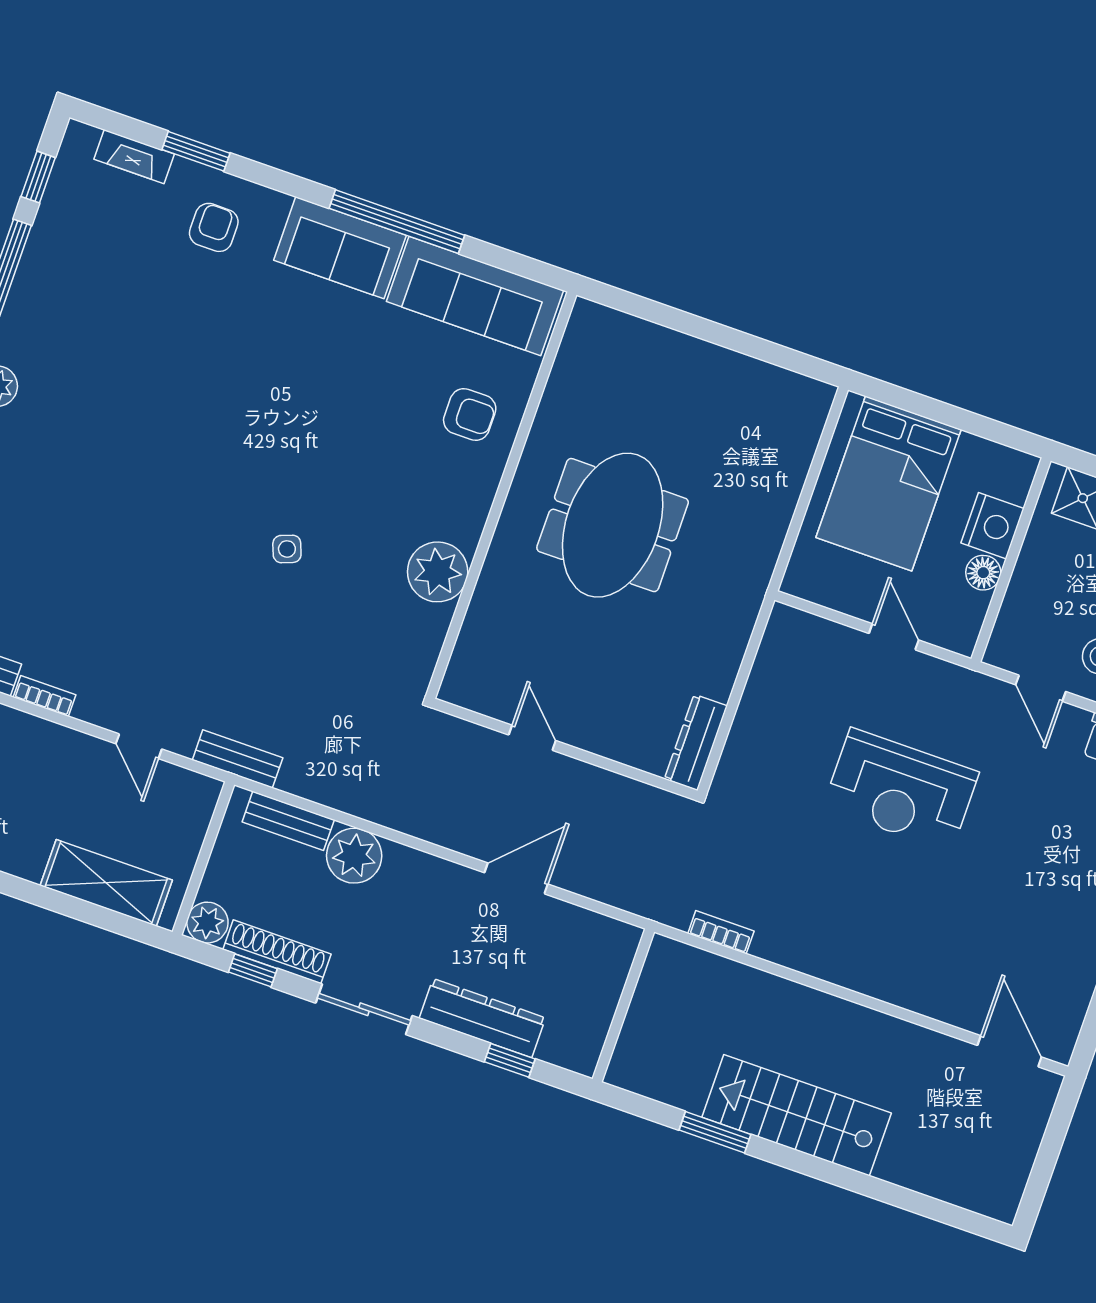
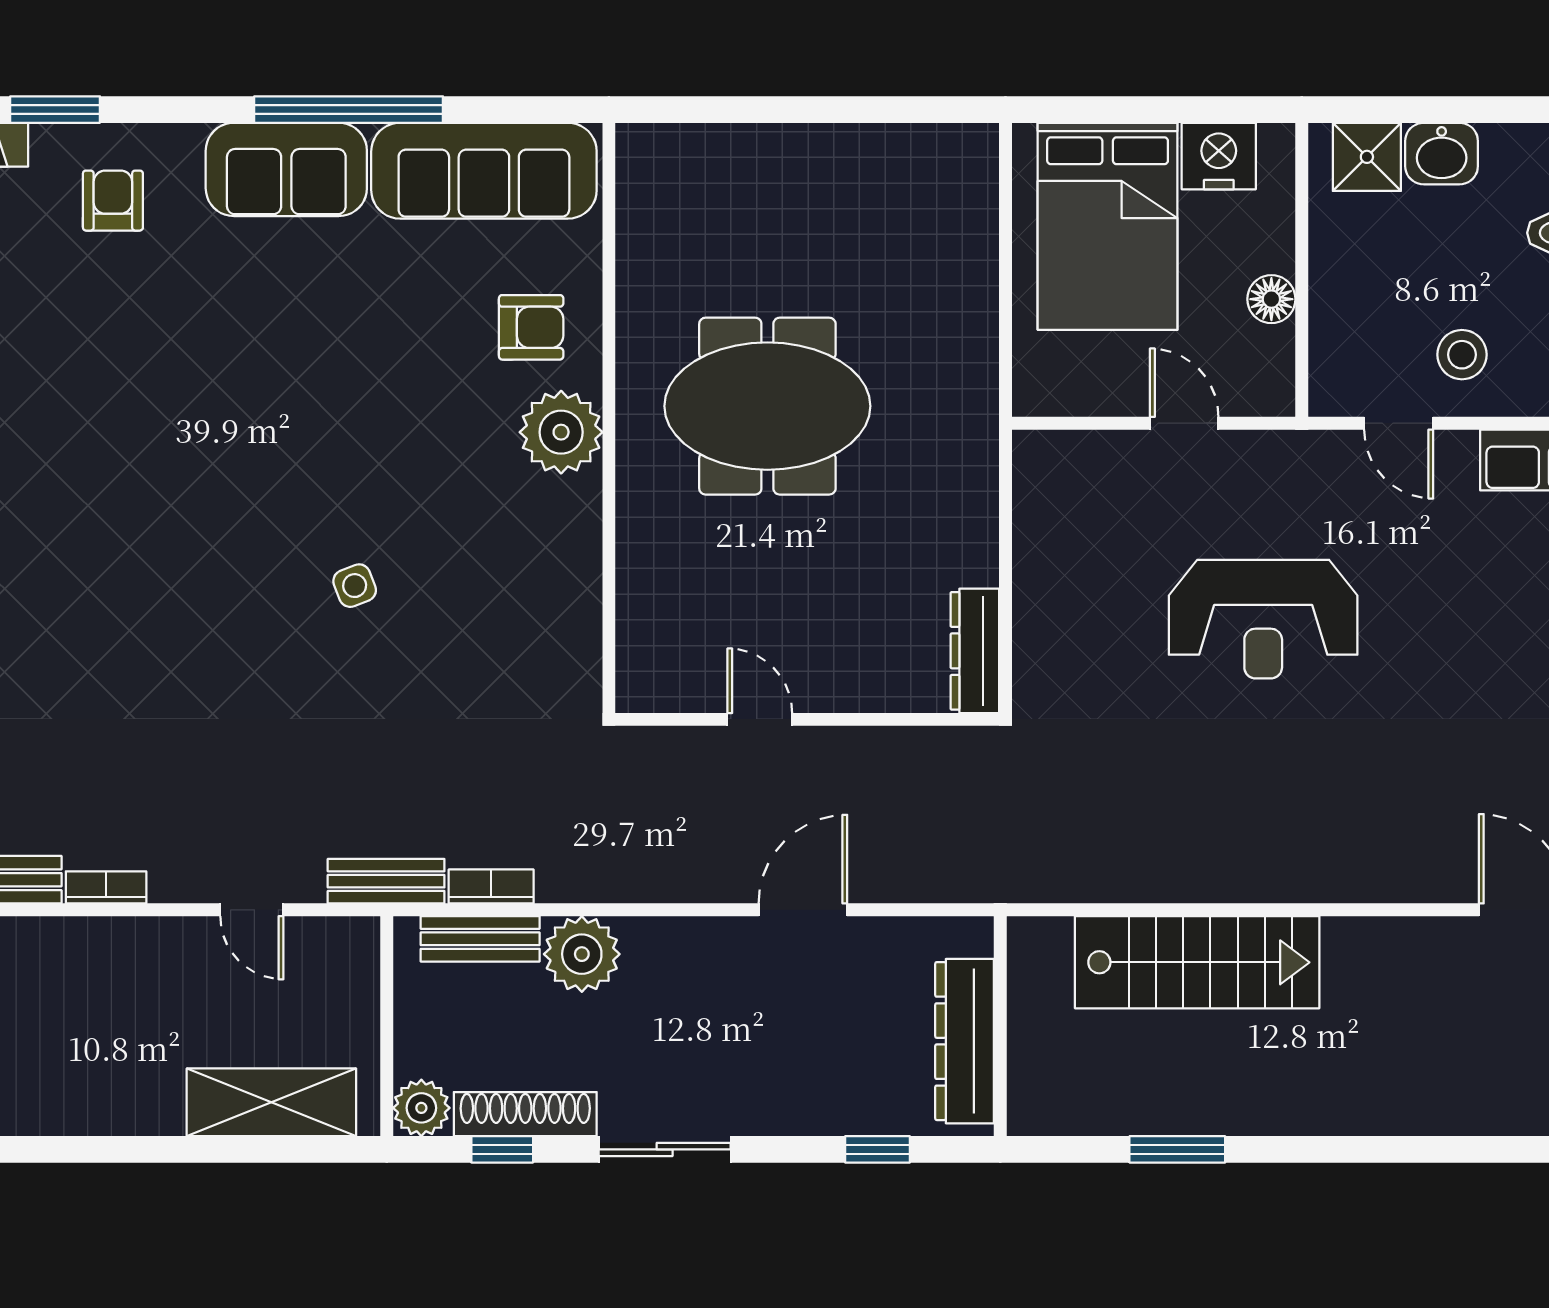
meeting table: (613, 525) -> (767, 406), turned 90
nightstand: (993, 526) -> (1219, 156), moved, turned -90
plant: (438, 572) -> (561, 432), moved
bookcase: (721, 932) -> (491, 886), moved
dresser: (482, 1018) -> (965, 1041), moved, turned -90
stairs: (797, 1115) -> (1197, 962), moved, turned 180

